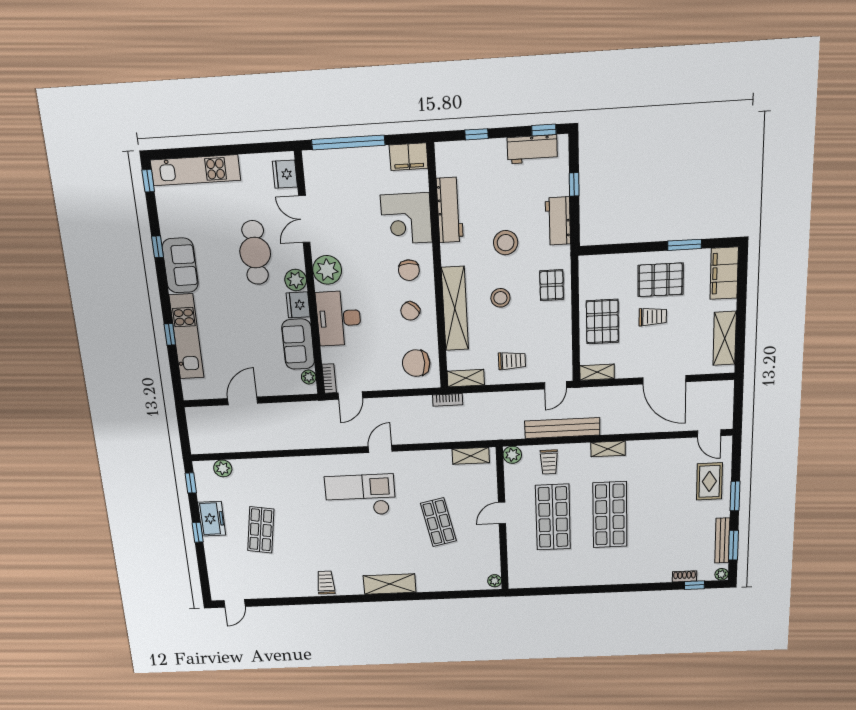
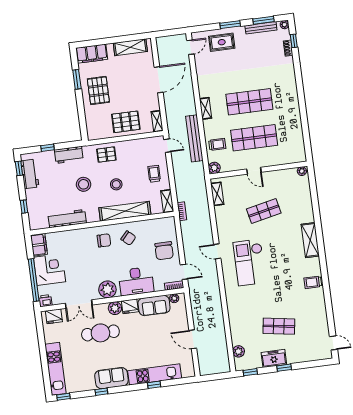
printer: (312, 161) -> (45, 301), added
corner desk: (406, 219) -> (50, 270), moved, turned -90
trolley: (653, 317) -> (121, 92), removed
chair: (416, 363) -> (164, 251), moved

